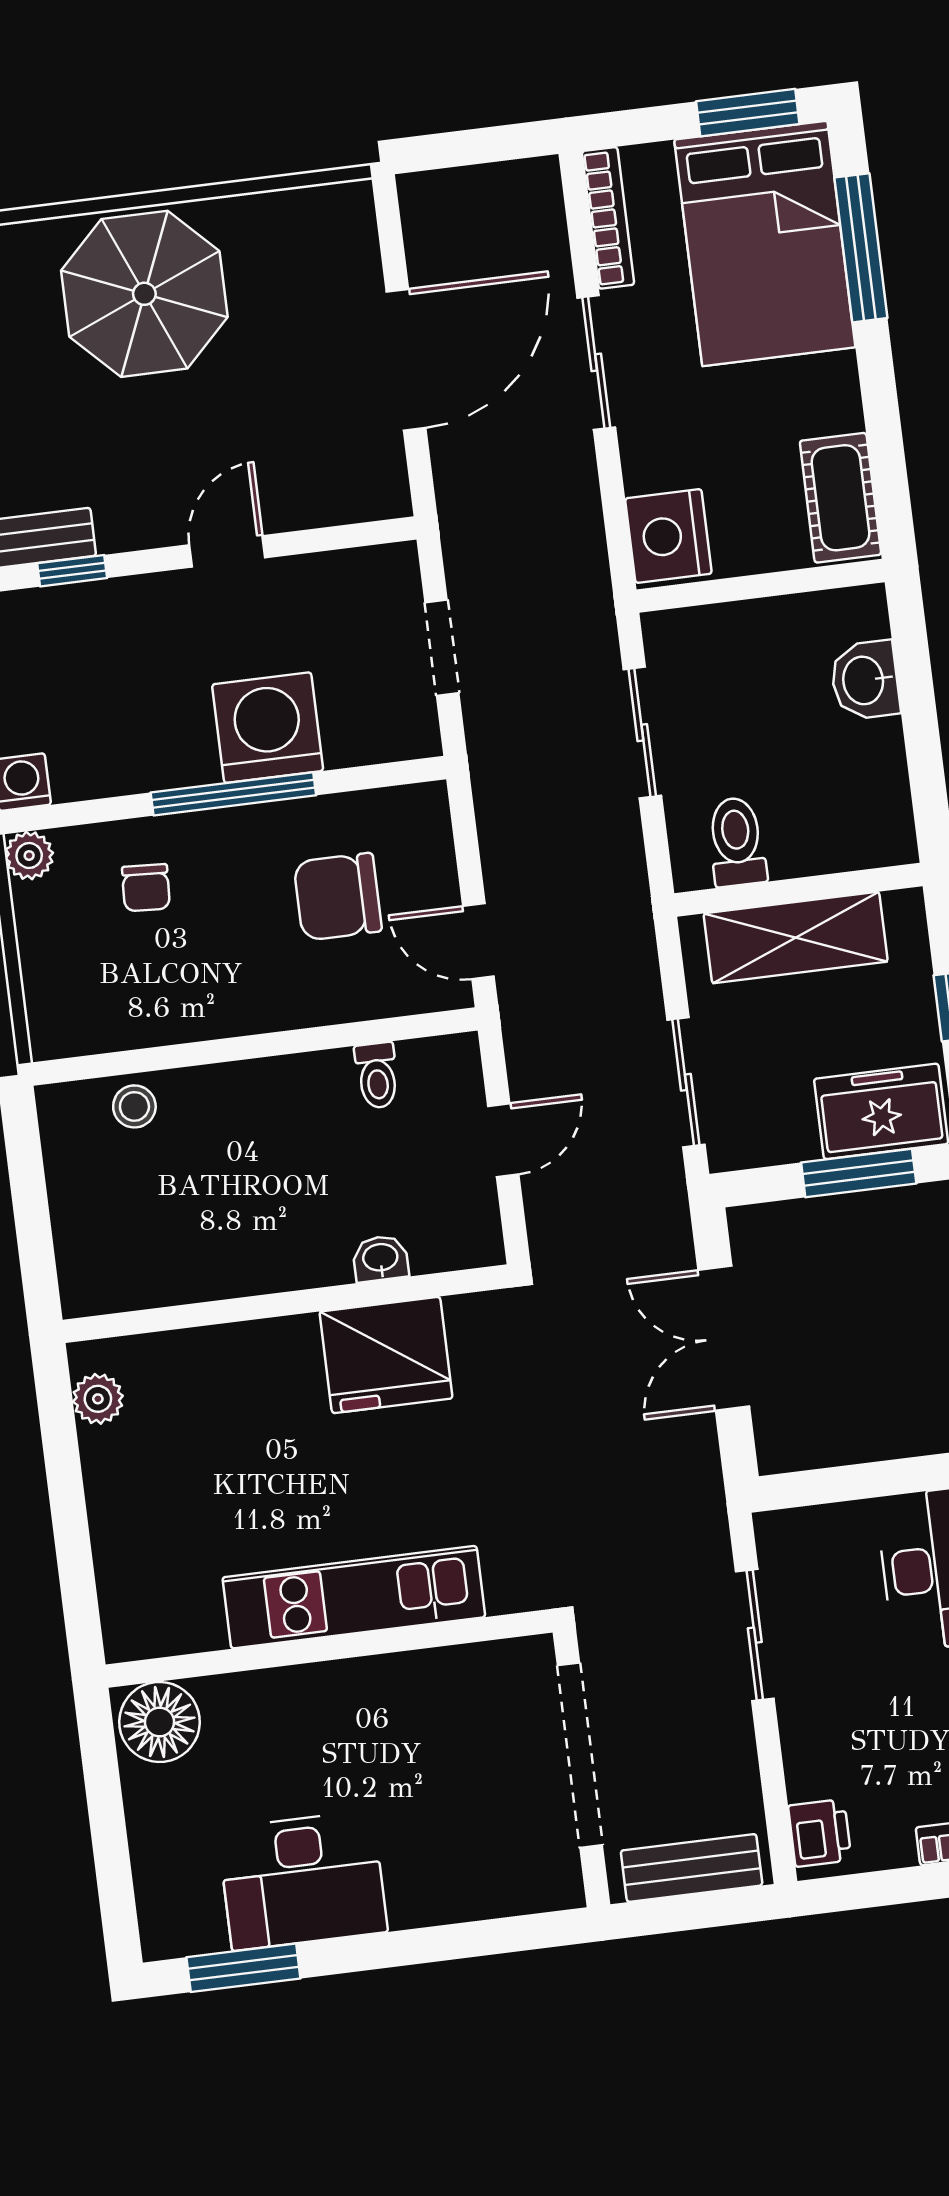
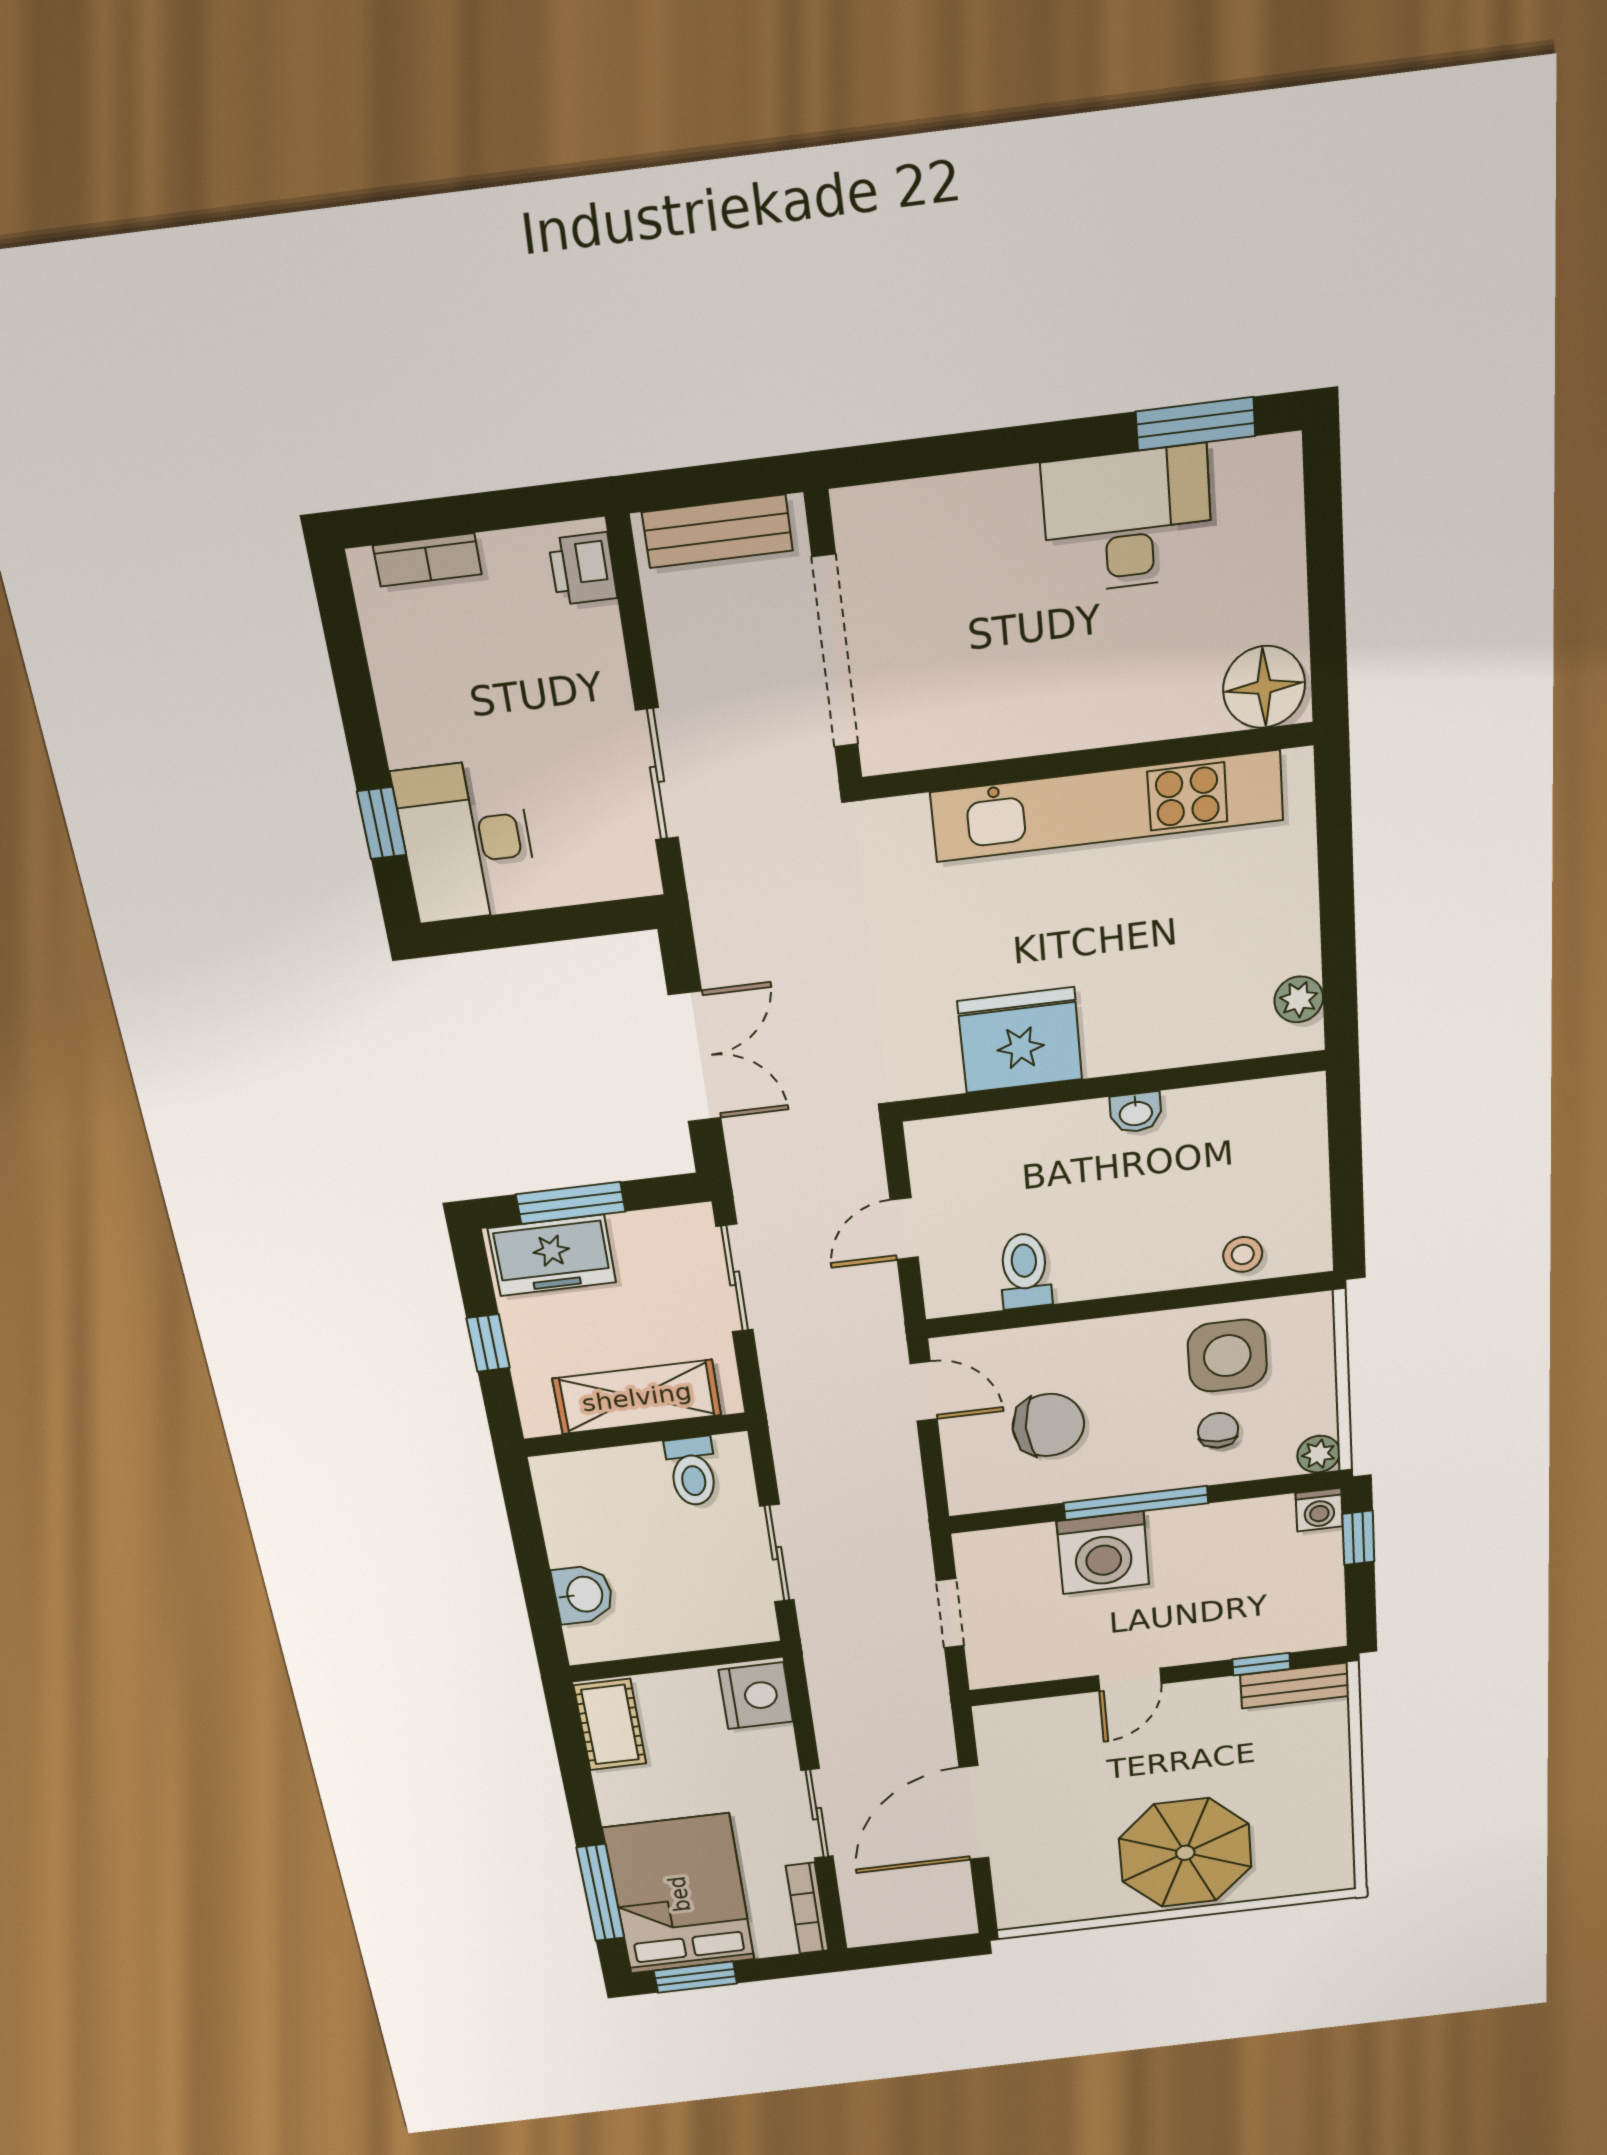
side table: (142, 982) -> (1227, 1356), added
toilet: (377, 1075) -> (1025, 1271), width x1.37, depth x1.39
washbasin: (380, 1258) -> (1136, 1112), moved
kitchen unit: (354, 1597) -> (1107, 806), width x1.36

